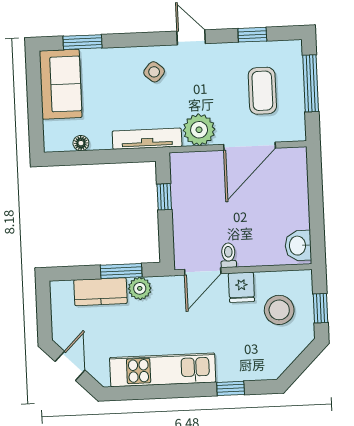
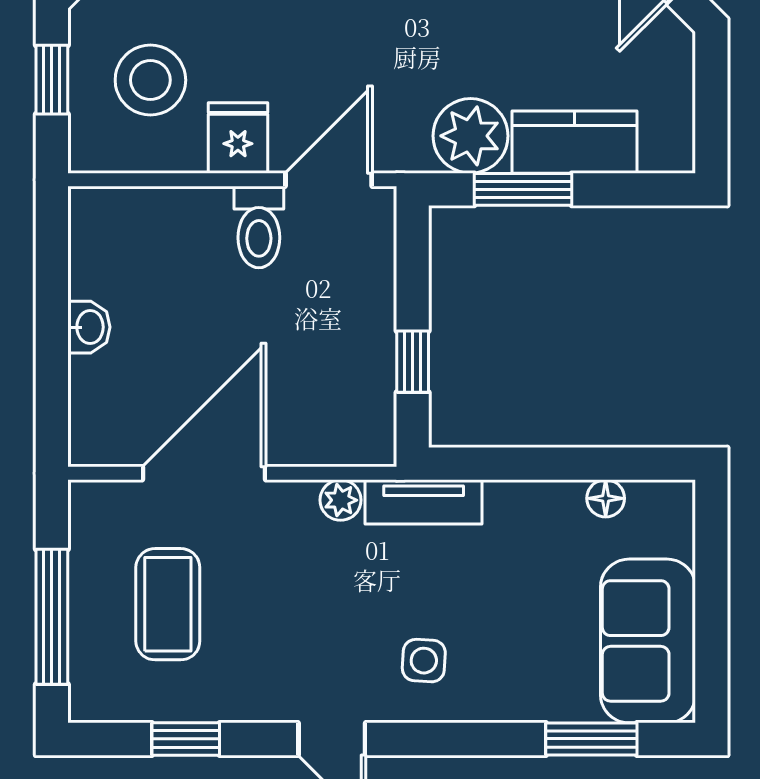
side table: (154, 72) -> (424, 661), turned -38
plant: (199, 130) -> (341, 500), width x0.53, depth x0.53
tv unit: (147, 139) -> (424, 502), width x0.71
washbasin: (298, 246) -> (89, 327), moved, width x0.72, depth x0.69
toilet: (228, 255) -> (259, 227), width x1.37, depth x1.39
plant: (140, 288) -> (471, 136), width x1.36, depth x1.36

